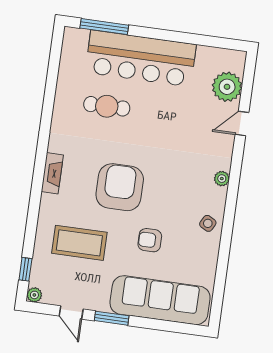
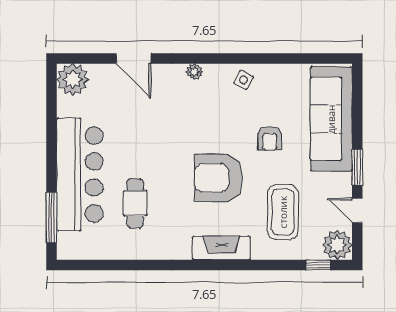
plant: (227, 87) -> (73, 80), moved
door: (242, 124) -> (134, 58), width x1.38
fireplace: (52, 173) -> (221, 248), width x1.37, depth x1.32
plant: (34, 295) -> (337, 245), width x1.87, depth x1.87
door: (71, 313) -> (357, 211), swing flipped

